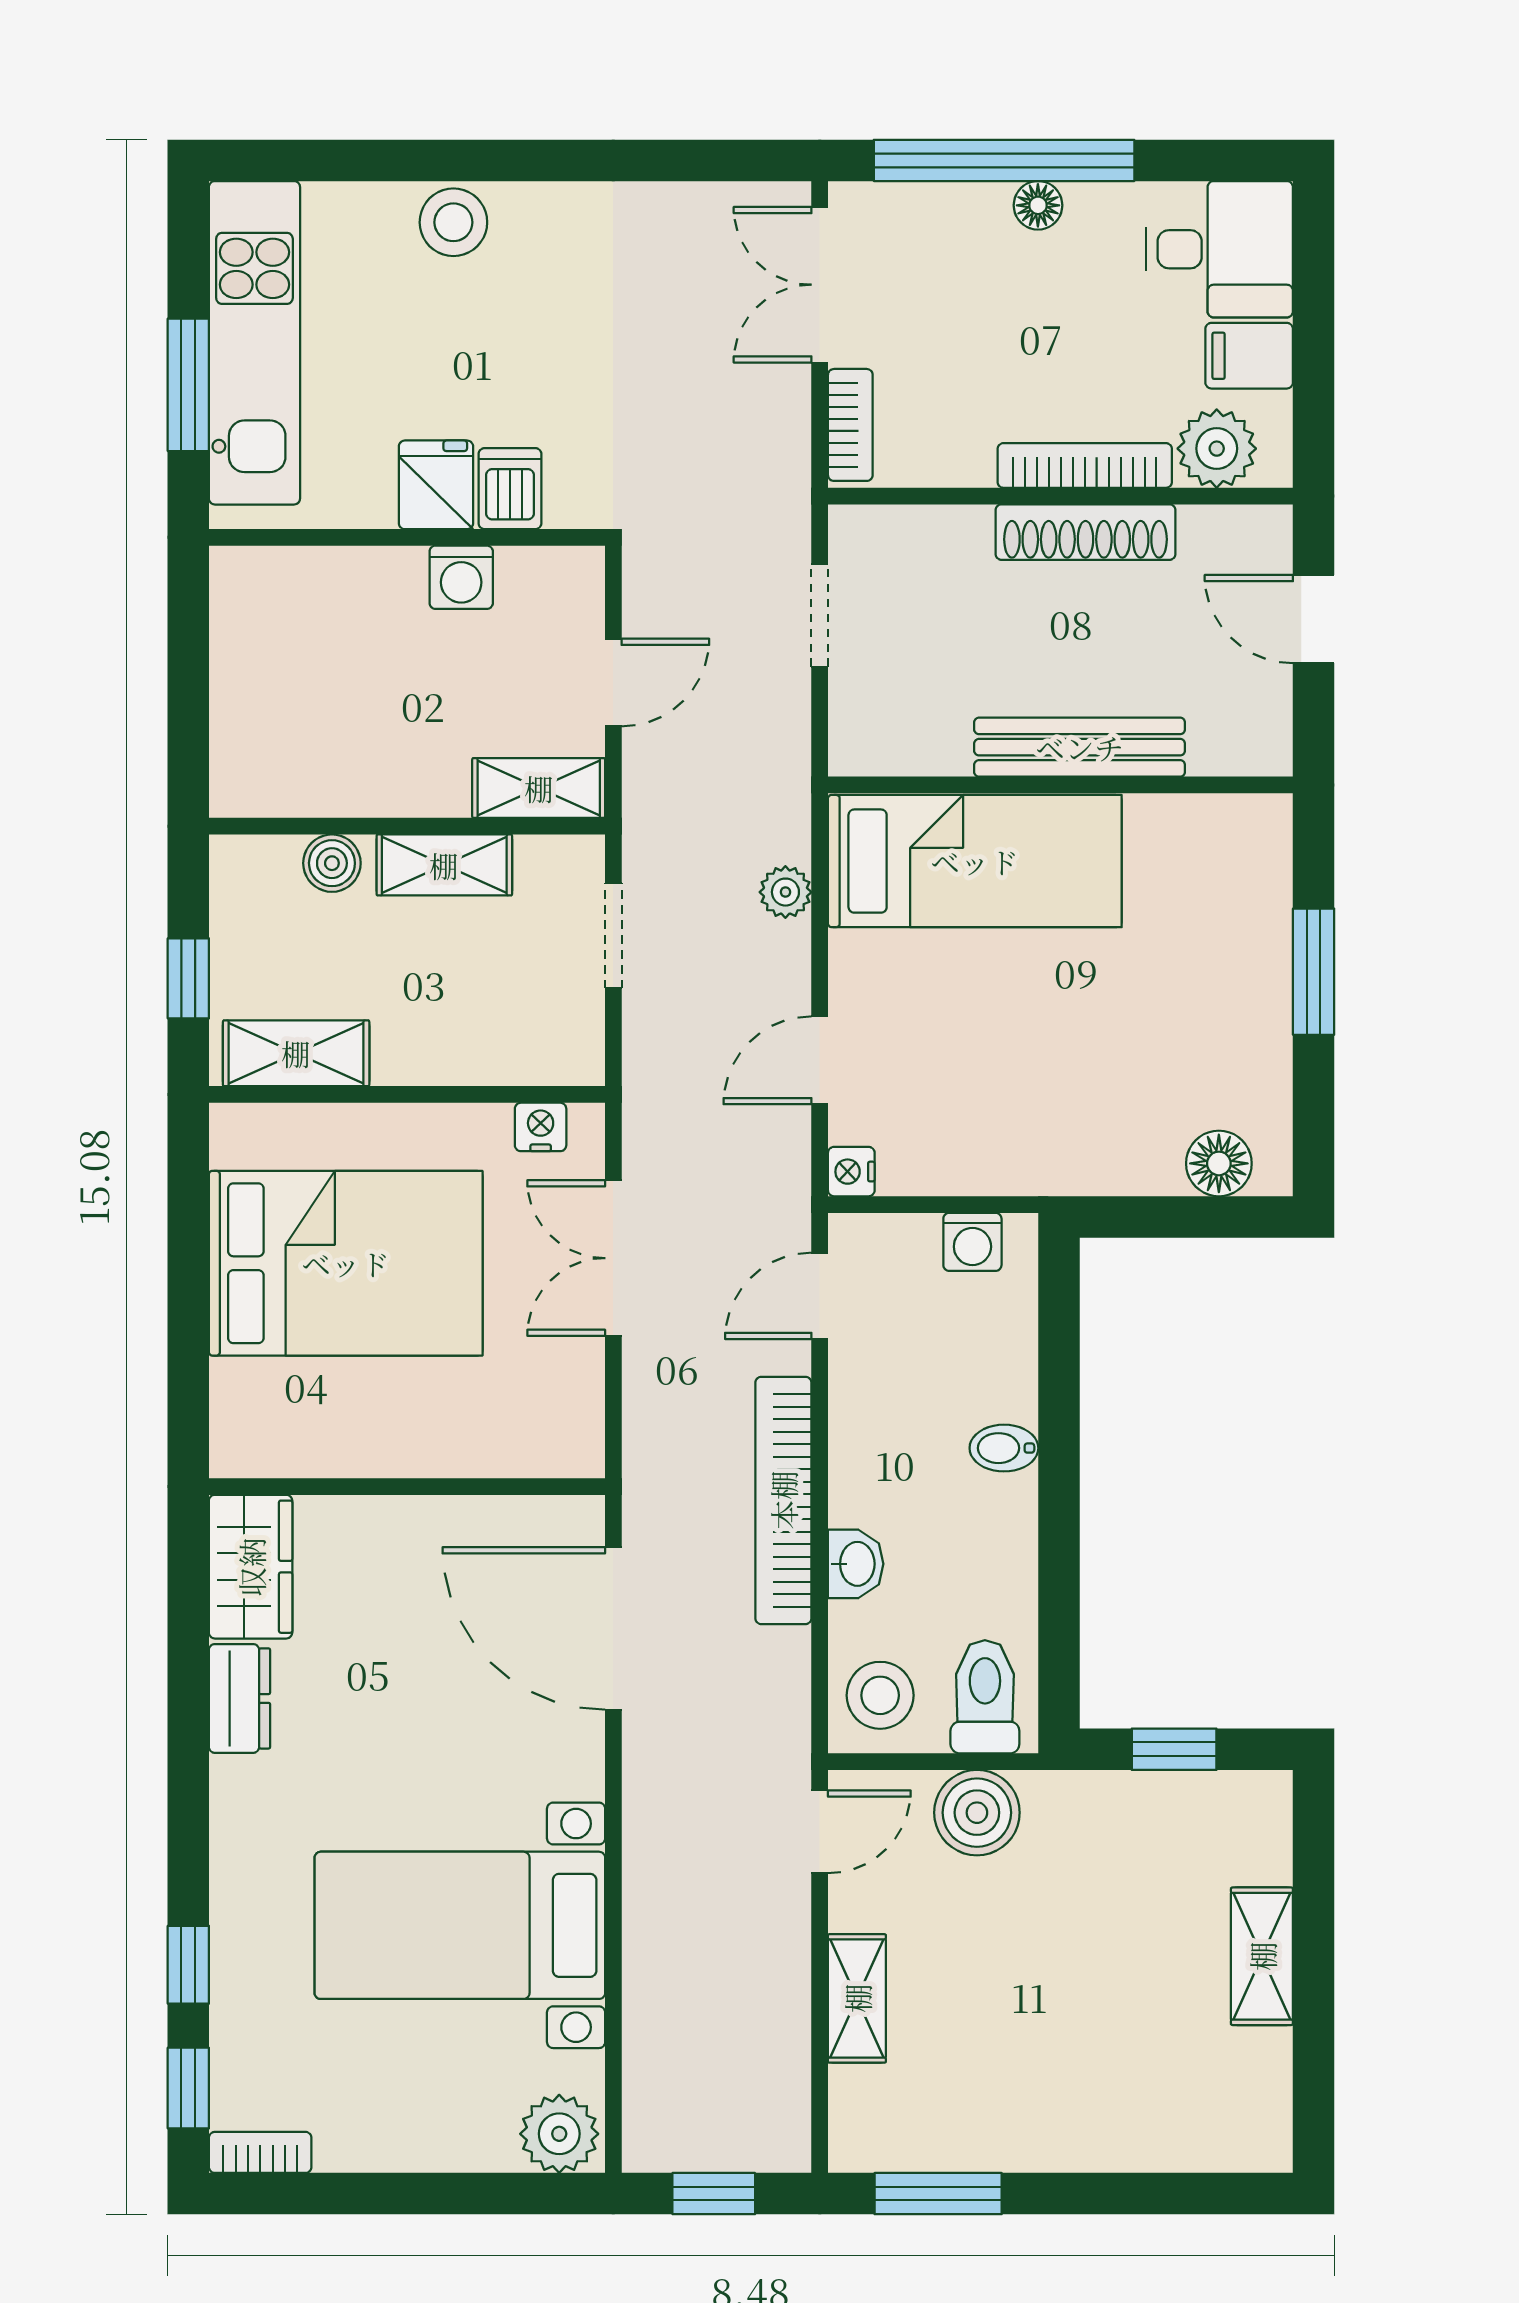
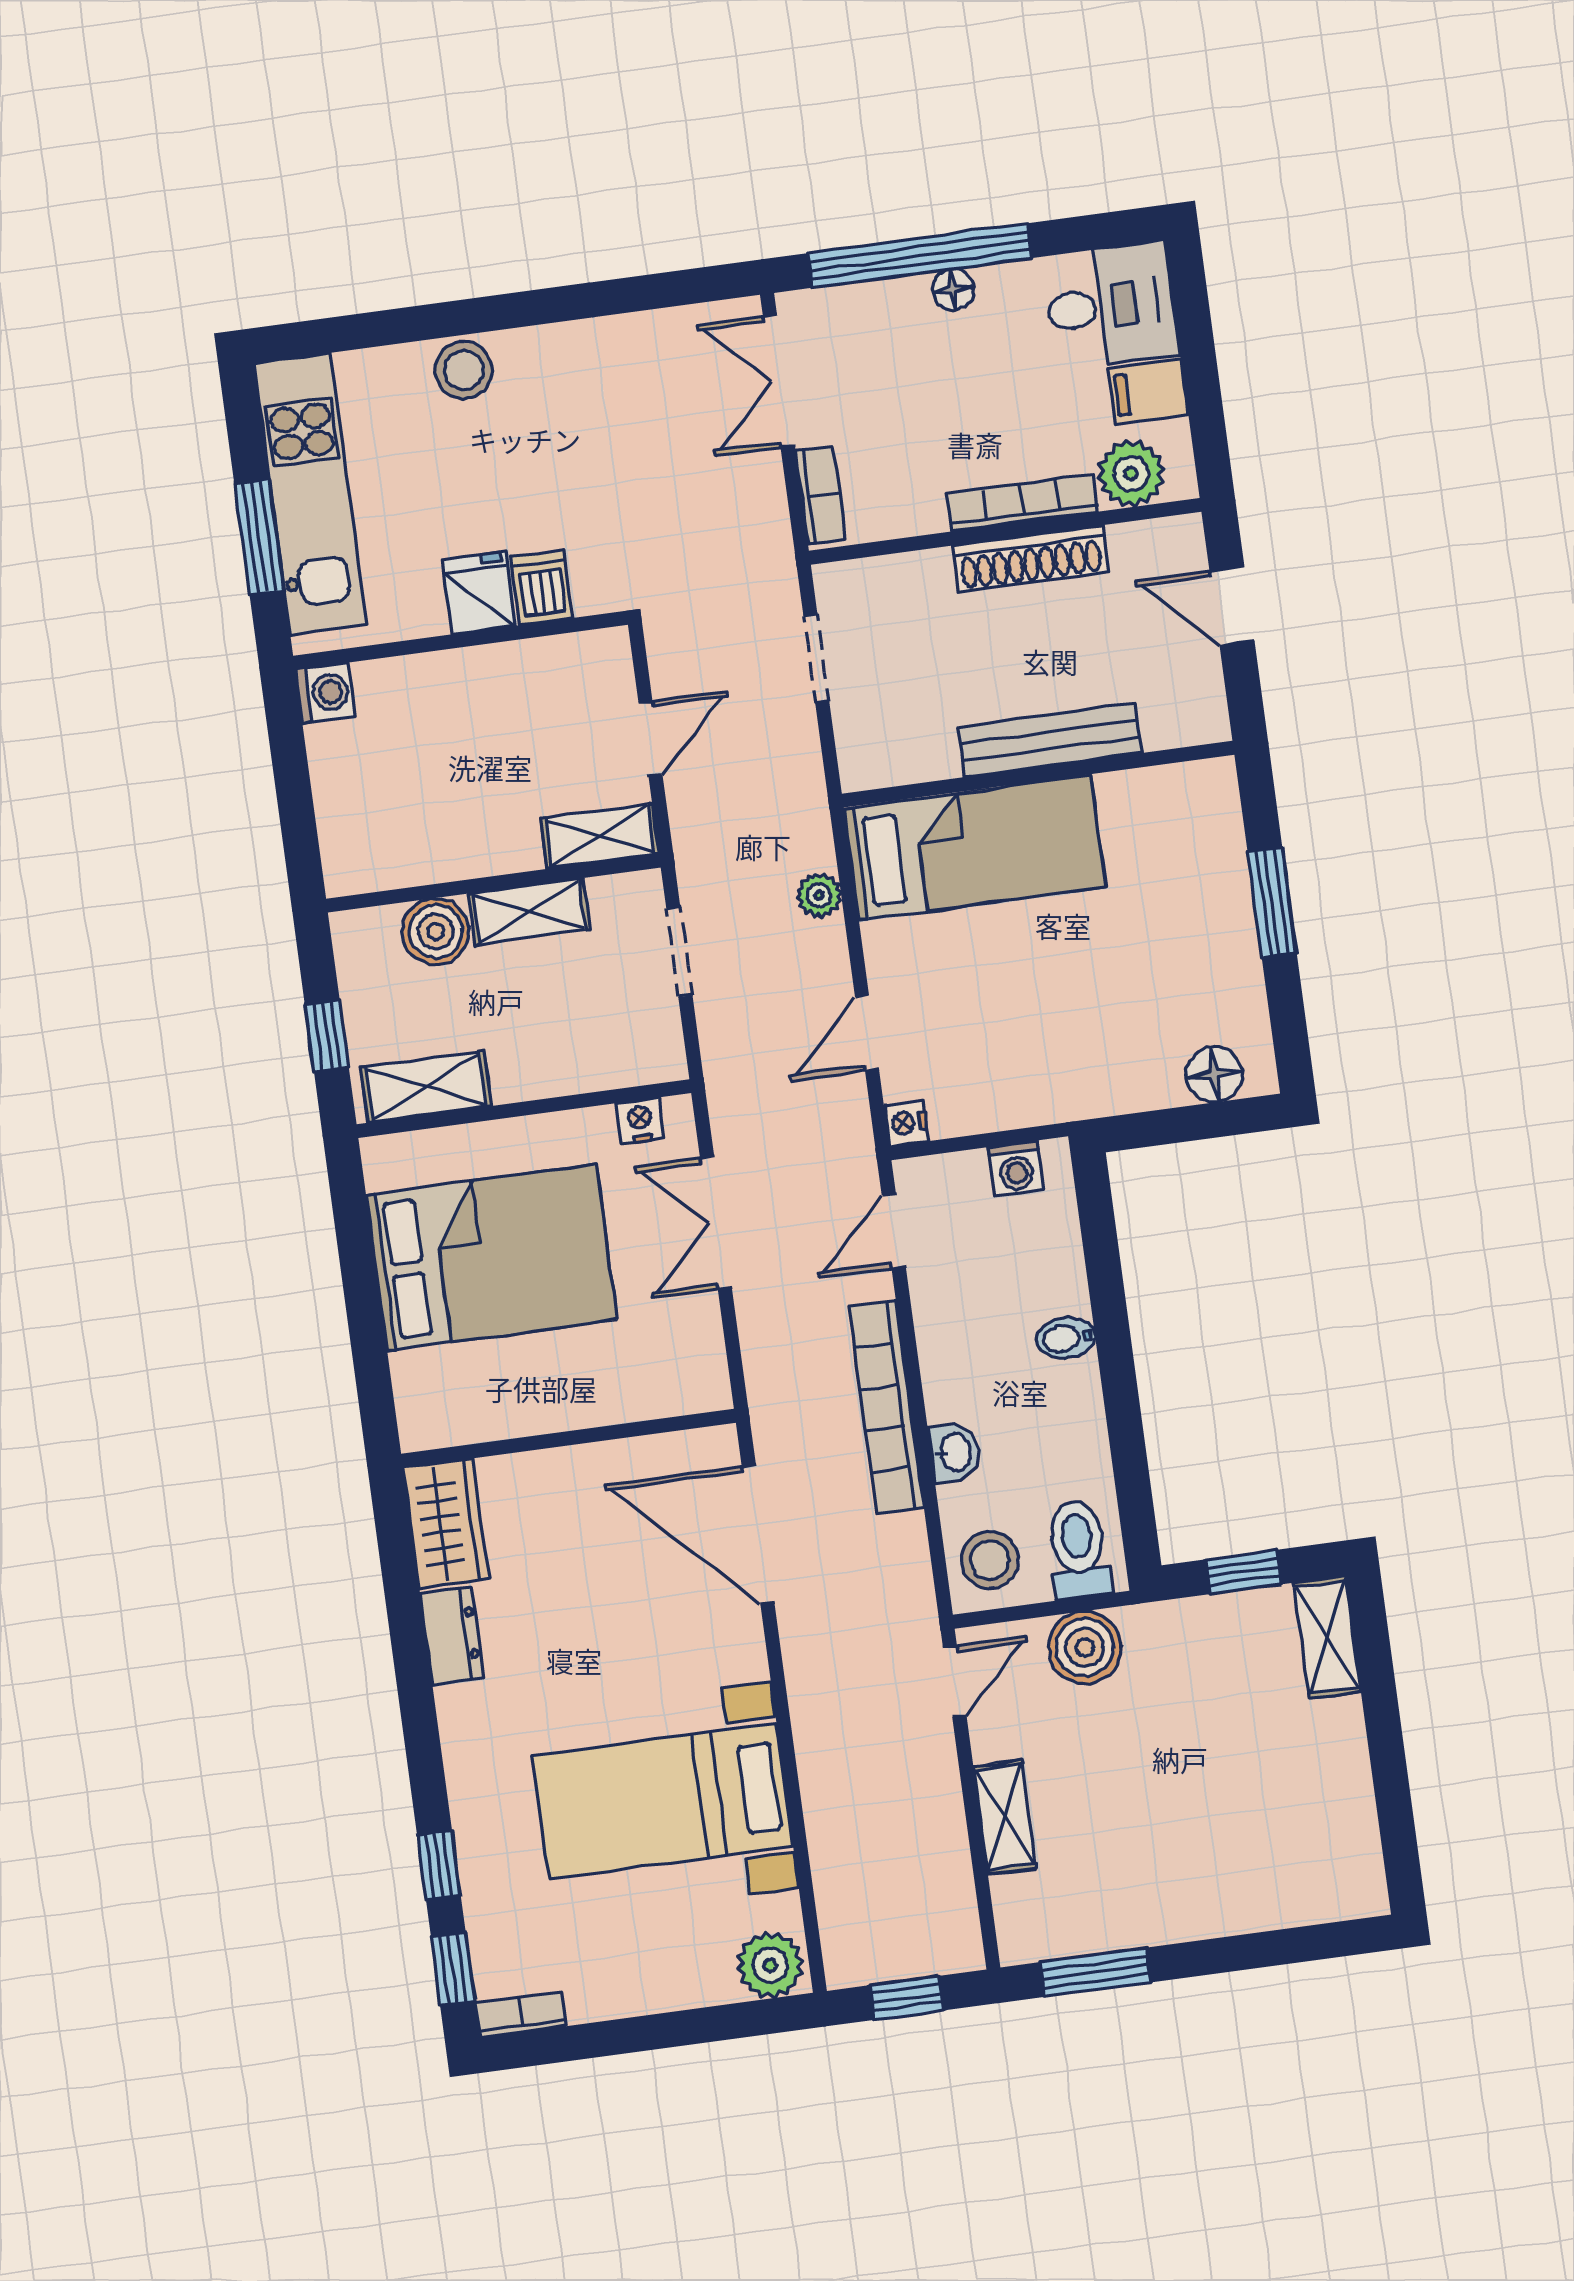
washing machine: (461, 577) -> (325, 693), moved, turned -90
boiler: (332, 863) -> (436, 932), width x1.36, depth x1.36
shelving: (1262, 1956) -> (1327, 1637), moved

